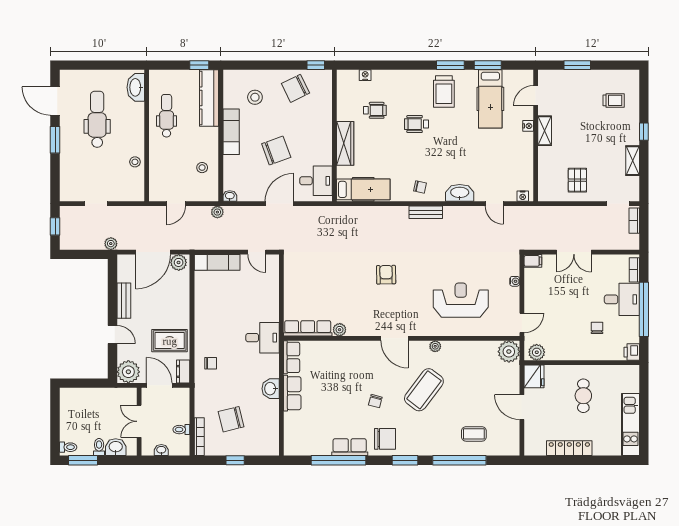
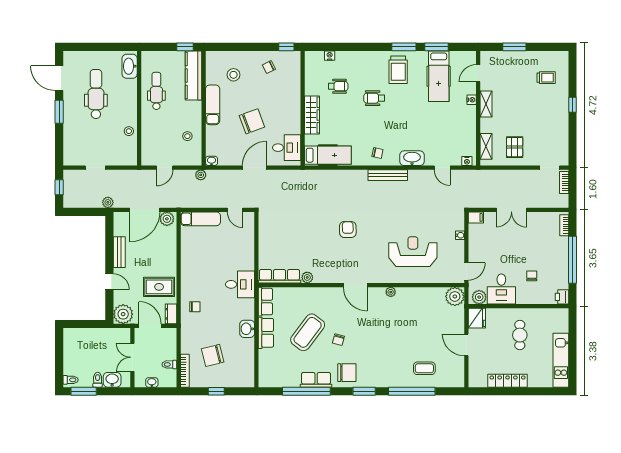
chair: (296, 88) -> (269, 67), width x0.54, depth x0.54
shelving: (633, 161) -> (486, 146), moved
bench: (426, 212) -> (388, 175), width x1.36
desk: (622, 299) -> (501, 289), moved, turned 90
coffee table: (424, 390) -> (308, 332), moved

